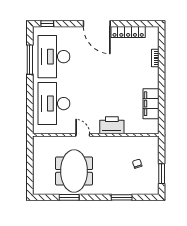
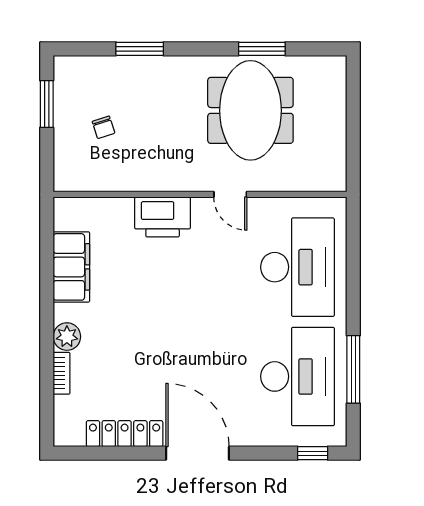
plant: (153, 74) -> (67, 337), added

